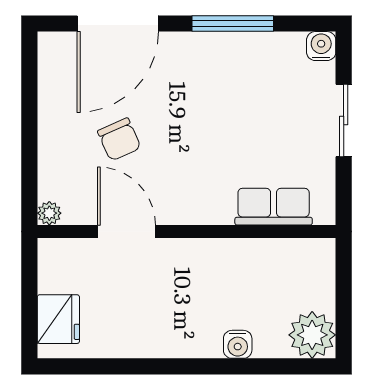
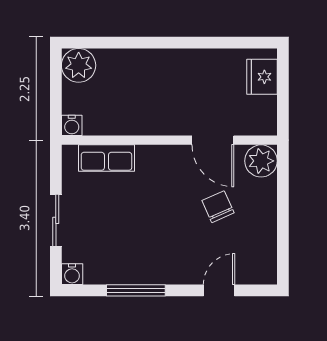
door: (118, 24) -> (219, 290), width x0.53
plant: (49, 213) -> (261, 161), width x1.88, depth x1.88
water cooler: (238, 344) -> (72, 125), moved, turned 180

